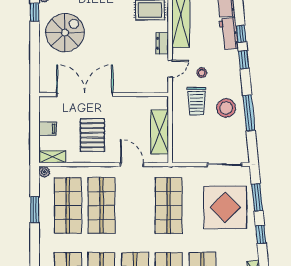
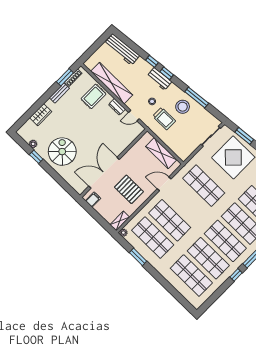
workbench: (229, 34) -> (159, 79), moved
door: (170, 69) -> (134, 116), swing flipped
filing cabinet: (48, 129) -> (93, 200), moved

